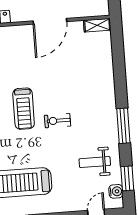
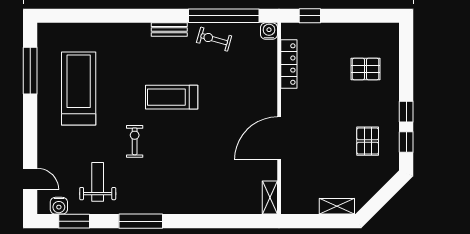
door: (50, 21) -> (279, 138), hinge flipped
exercise bike: (58, 121) -> (135, 141), moved

